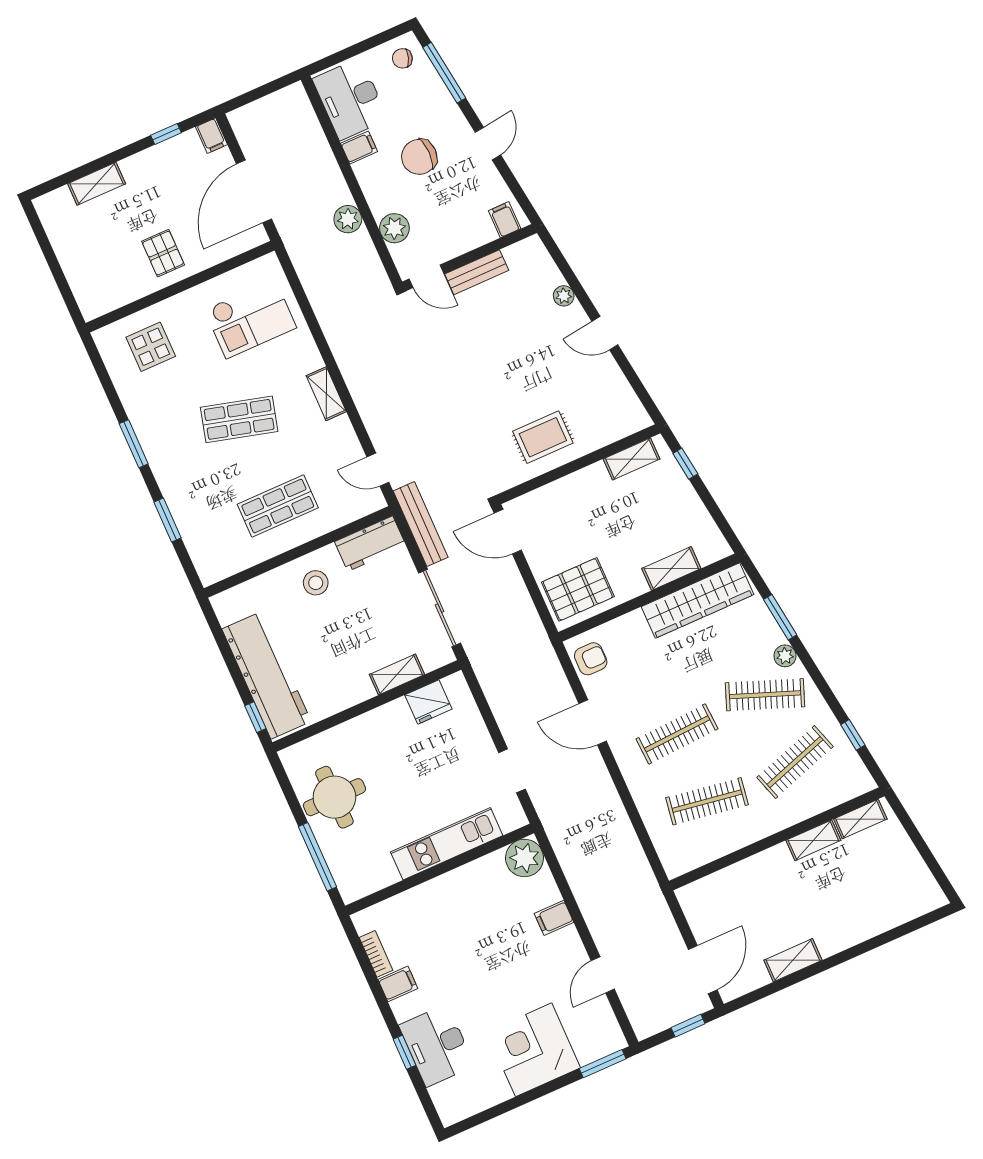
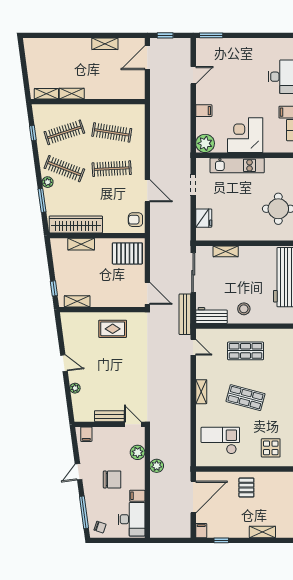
fridge: (428, 702) -> (204, 218), moved, turned 90
corner desk: (534, 1050) -> (245, 135), moved, turned 180

